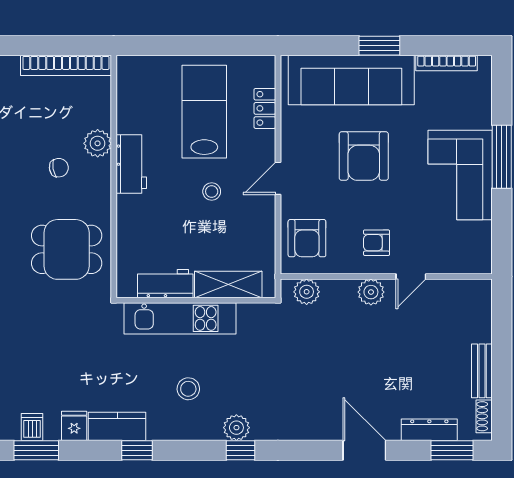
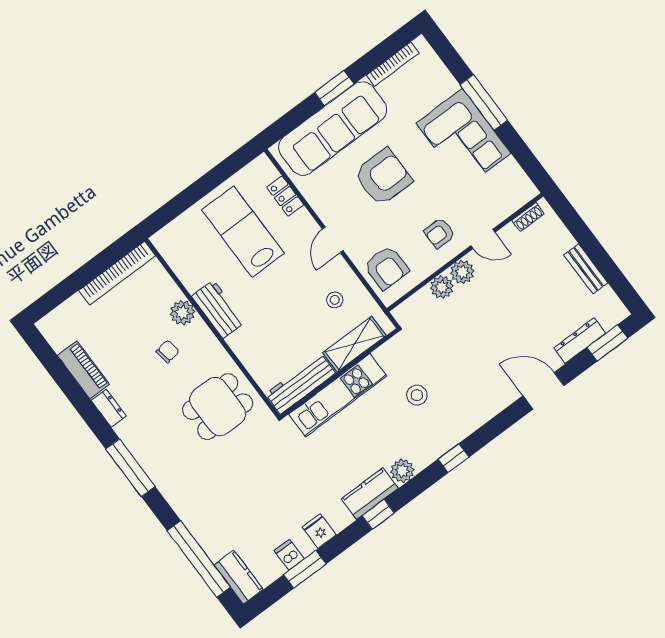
armchair: (364, 156) -> (383, 177), turned -90
stool: (212, 192) -> (335, 300), moved
door: (411, 276) -> (483, 239), hinge flipped
workbench: (165, 284) -> (300, 384), width x1.37
plant: (307, 292) -> (442, 287), moved
stool: (188, 389) -> (417, 395), moved
shoe rack: (484, 416) -> (528, 217), moved, turned -90
kitchen counter: (117, 426) -> (370, 494), moved
plant: (236, 428) -> (402, 471), moved

